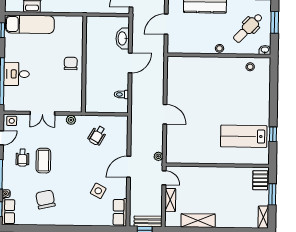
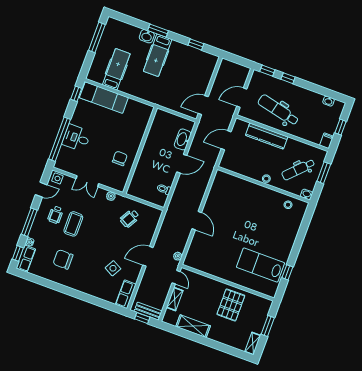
chair: (71, 63) -> (120, 158), moved
pallet: (260, 180) -> (231, 305), moved, width x1.50, depth x1.42
chair: (45, 199) -> (63, 259), turned -78

